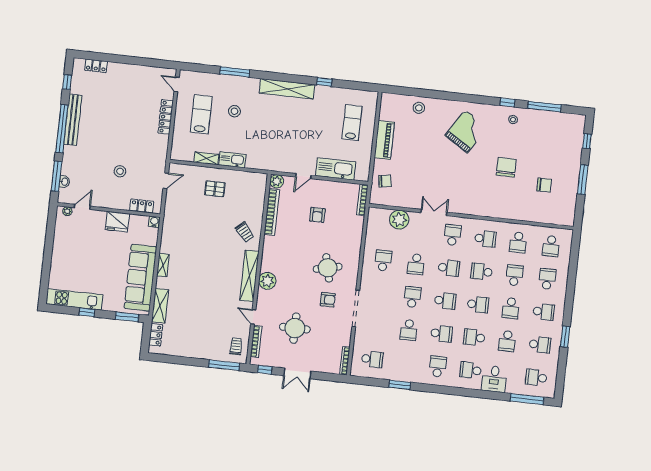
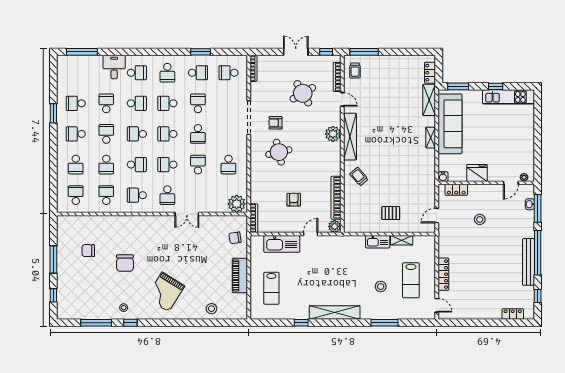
plant: (399, 220) -> (237, 204), moved
round table: (295, 328) -> (303, 93), turned -30
school desk: (536, 378) -> (198, 73), moved

